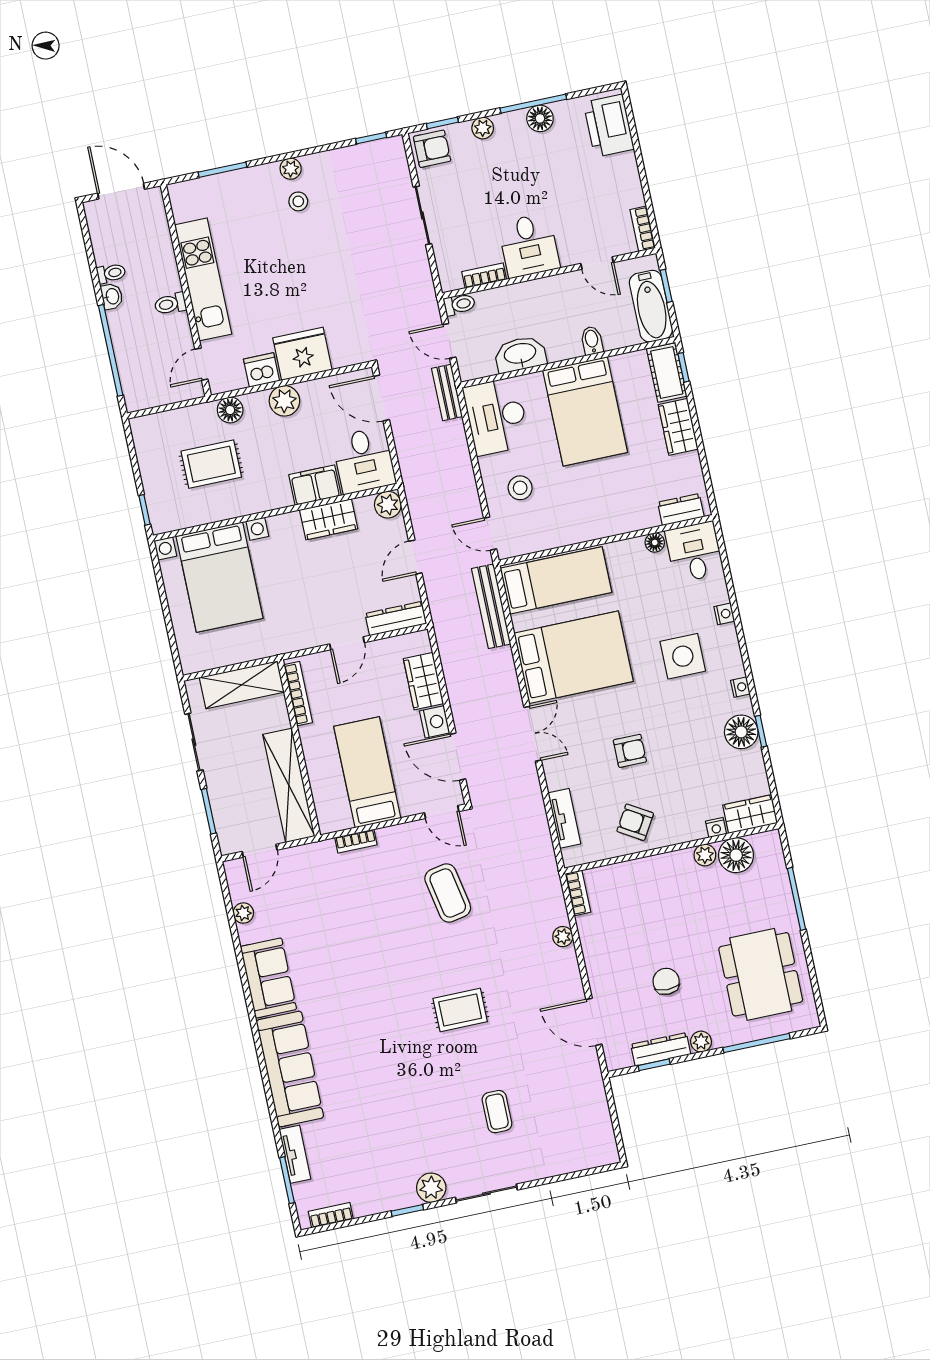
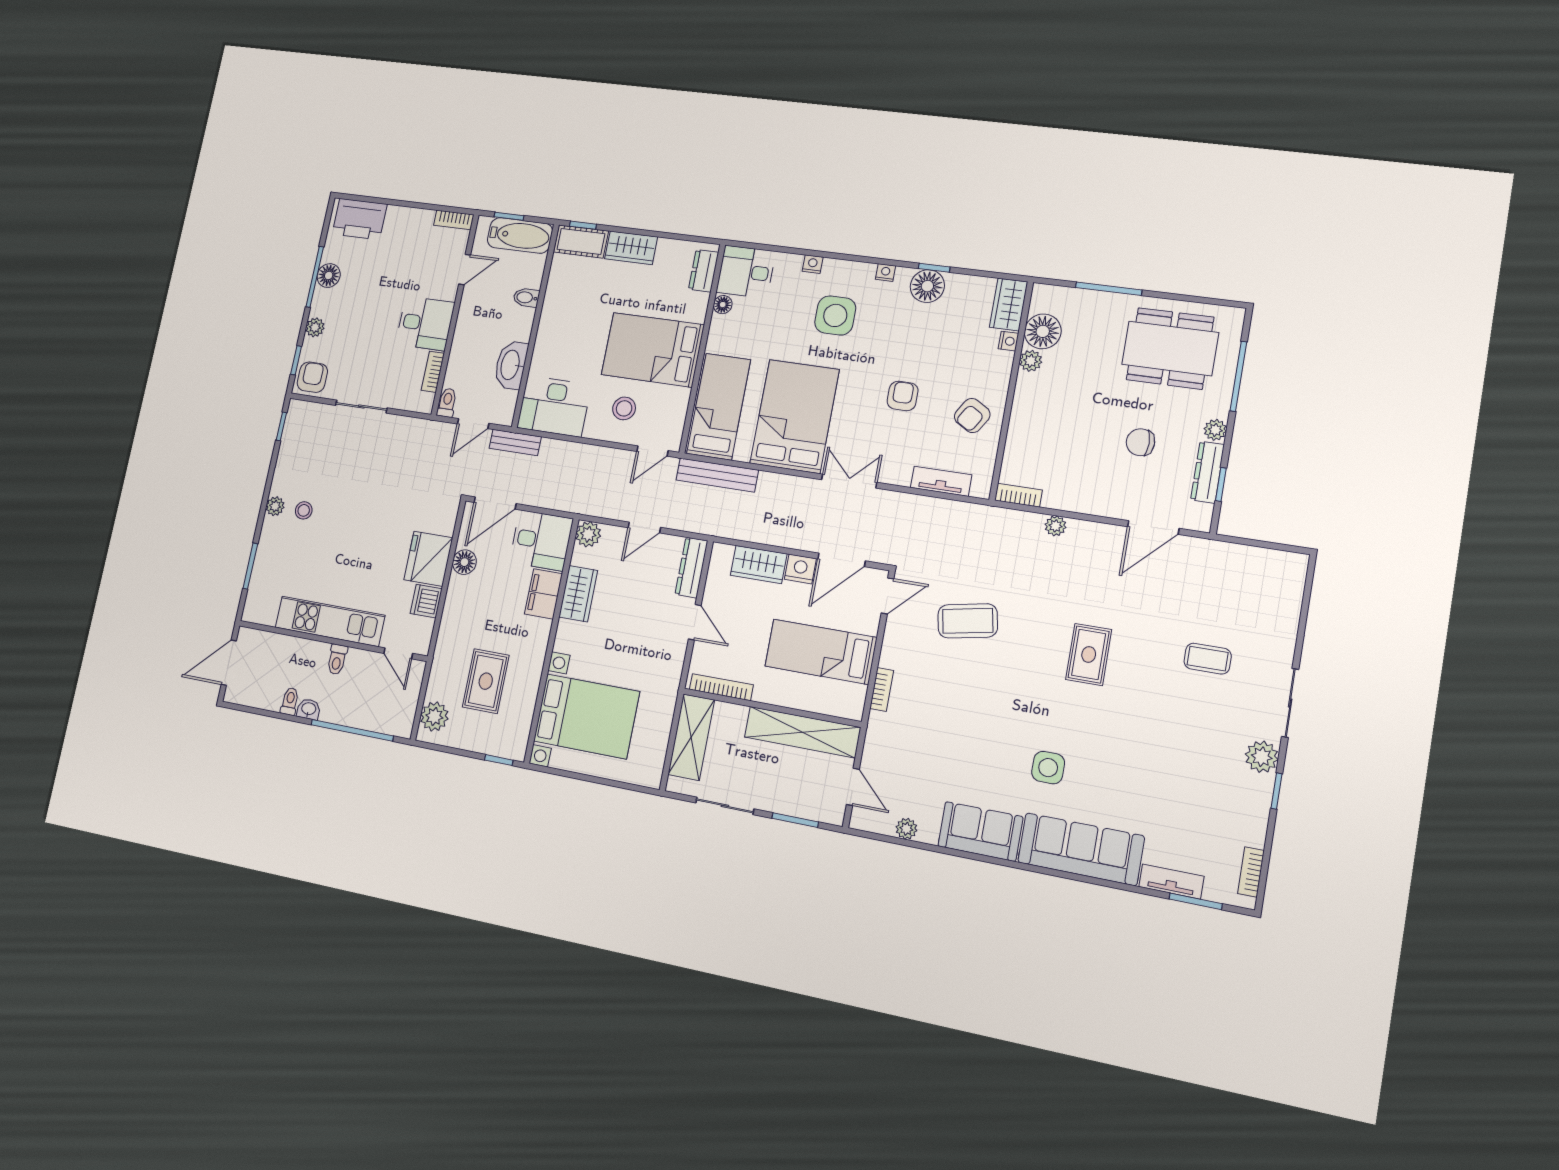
plant: (284, 401) -> (434, 716), moved
floor lamp: (230, 410) -> (464, 562), moved
bed: (585, 411) -> (653, 350), moved, turned 180
door: (415, 557) -> (644, 528), hinge flipped
side table: (348, 1014) -> (1048, 768), added

